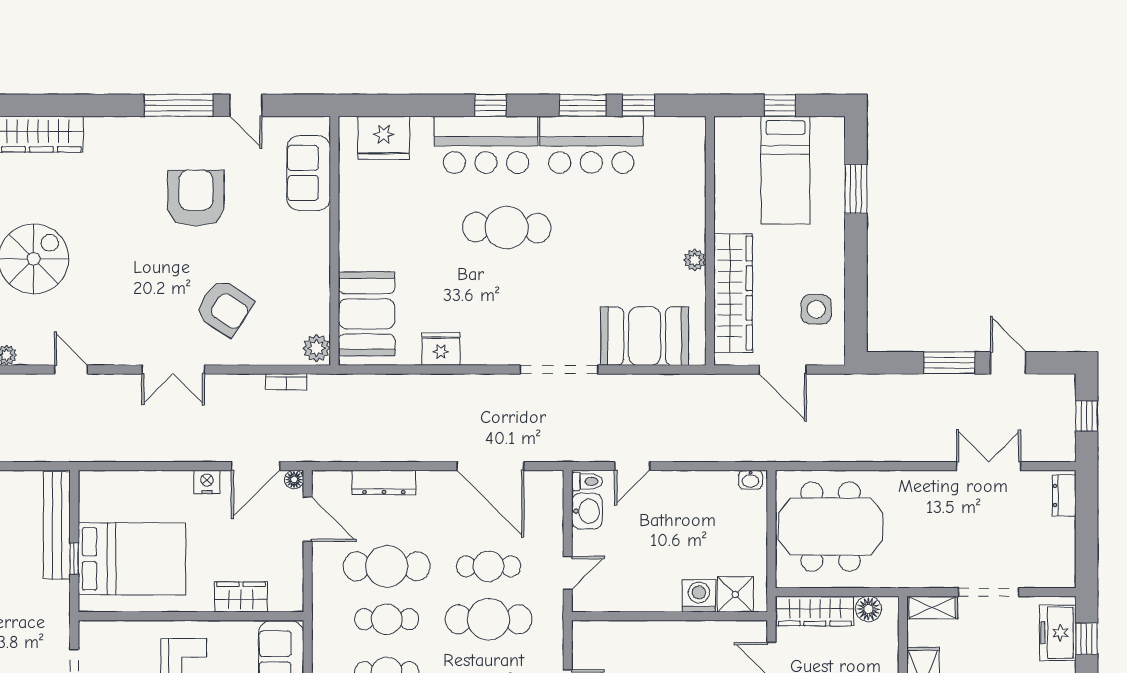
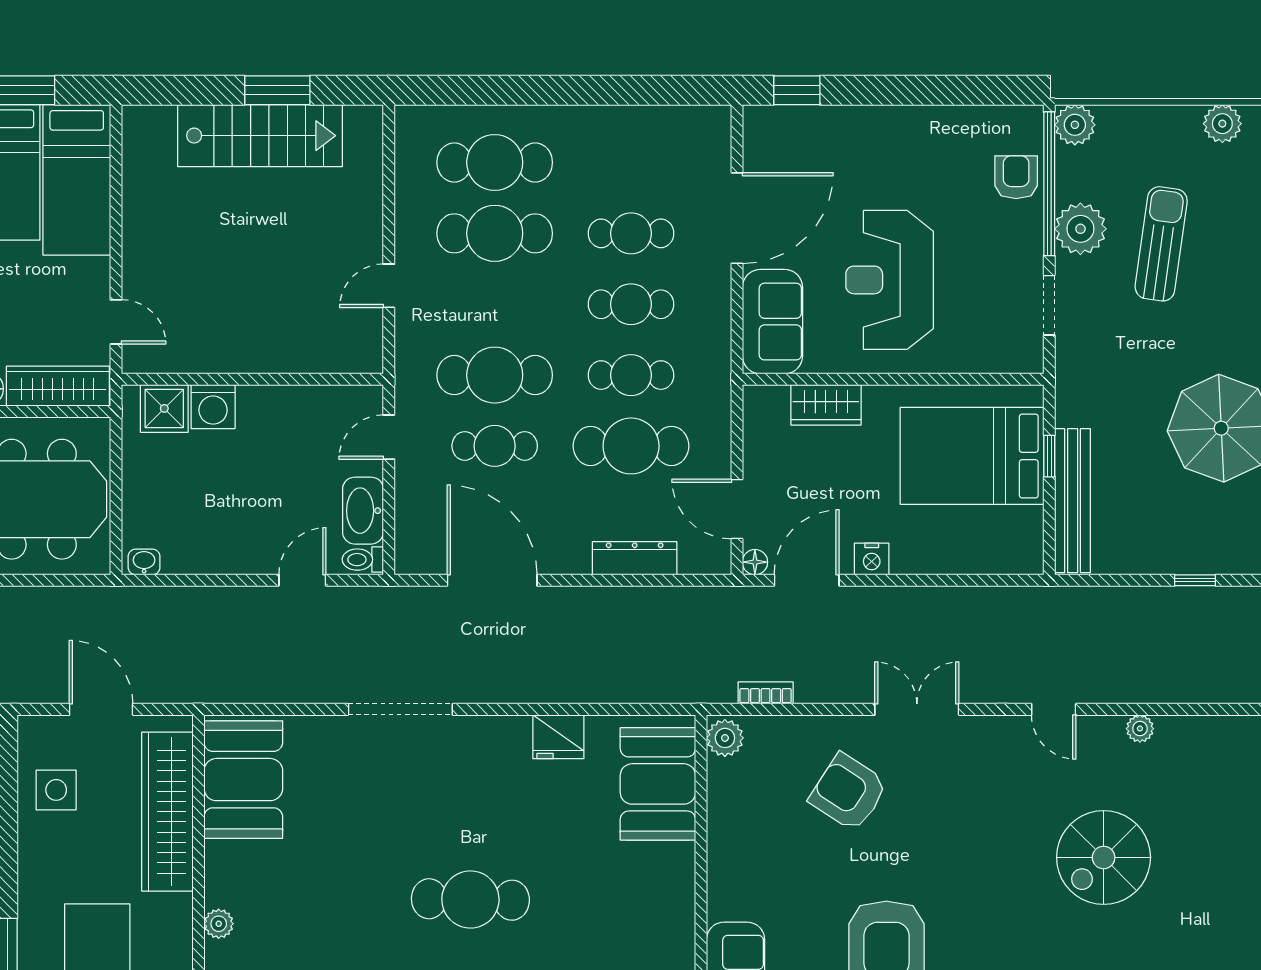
plant: (695, 260) -> (219, 924), moved
booth: (645, 336) -> (243, 780), moved, turned 90
washbasin: (587, 511) -> (363, 511), width x1.38

